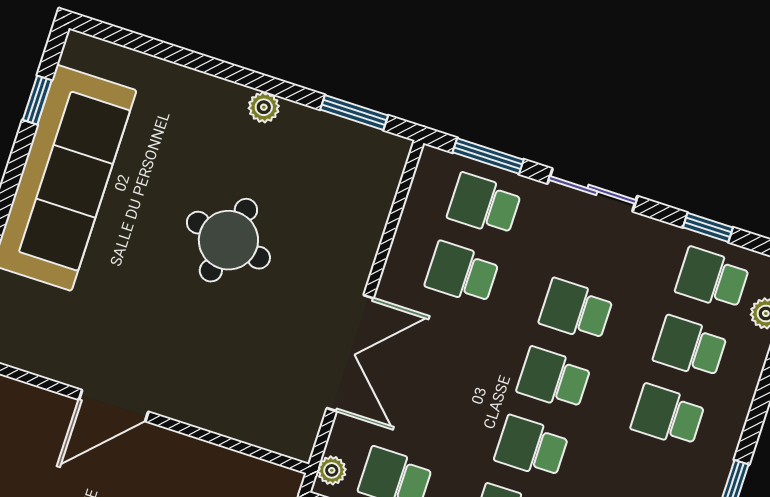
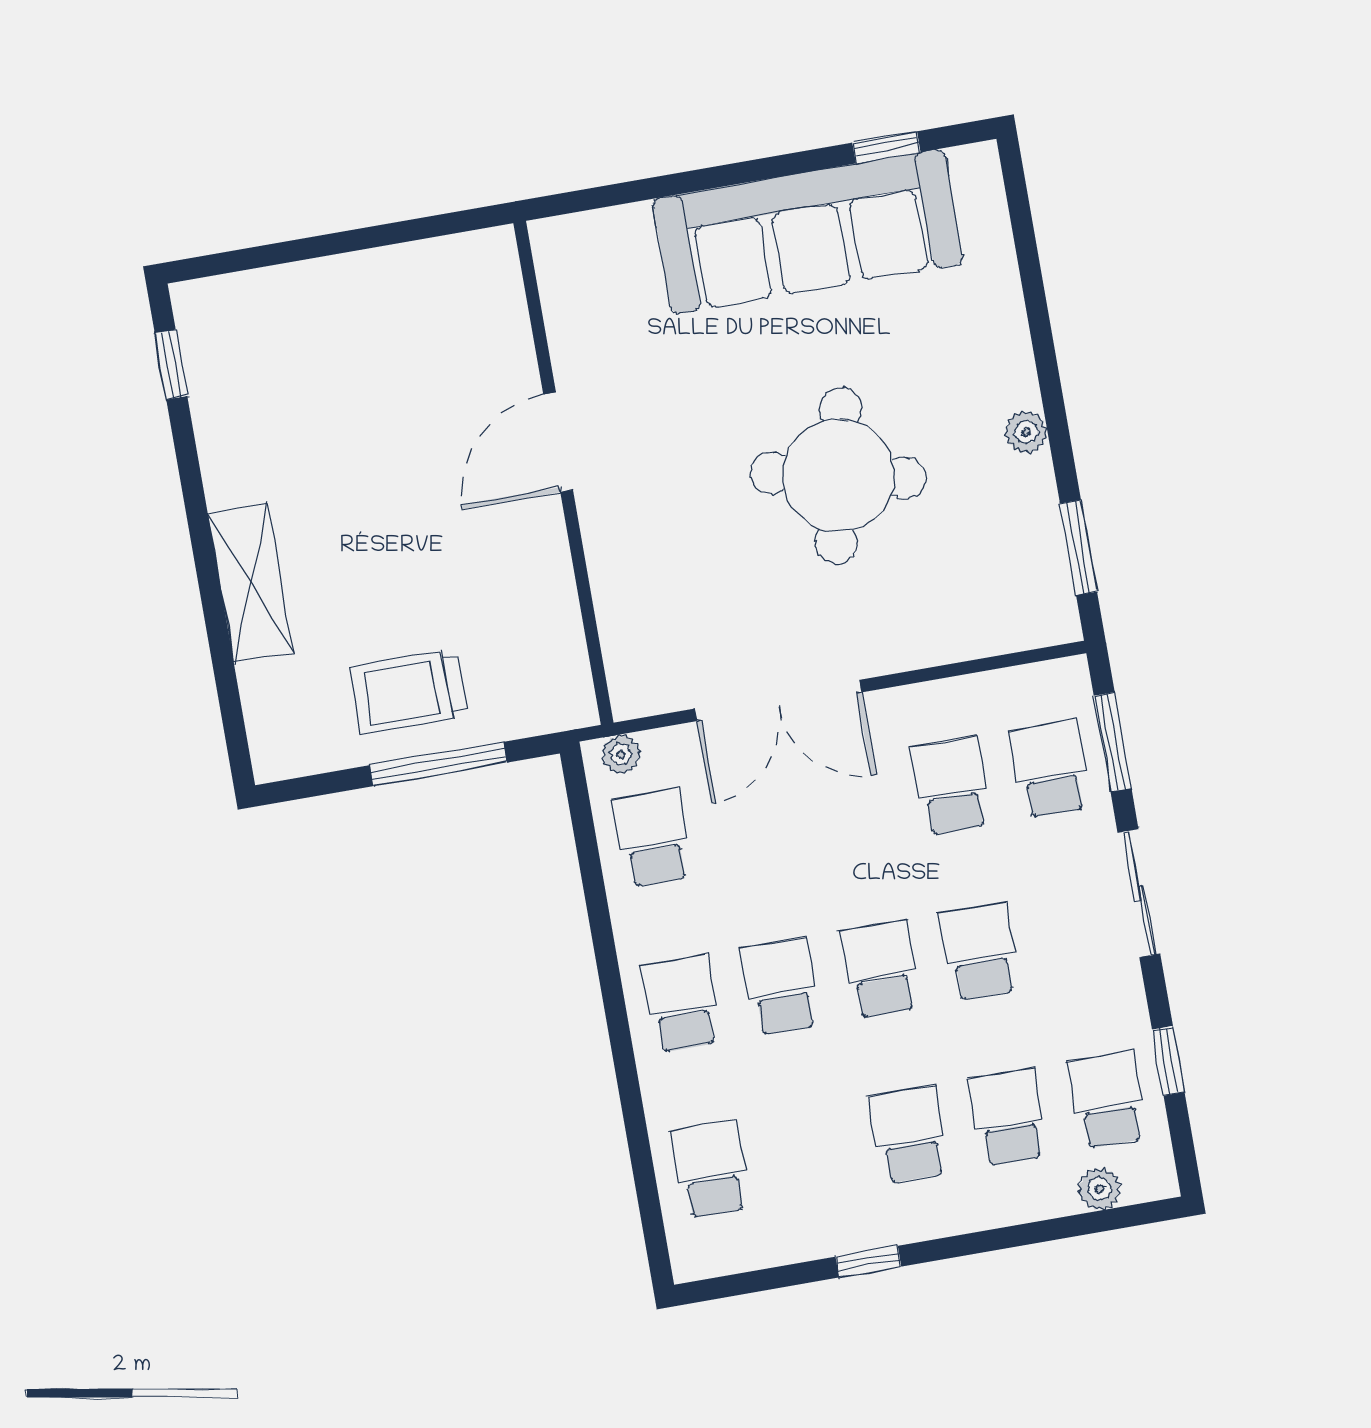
round table: (228, 240) -> (838, 476), width x1.36, depth x1.36
door: (114, 406) -> (558, 442), hinge flipped

